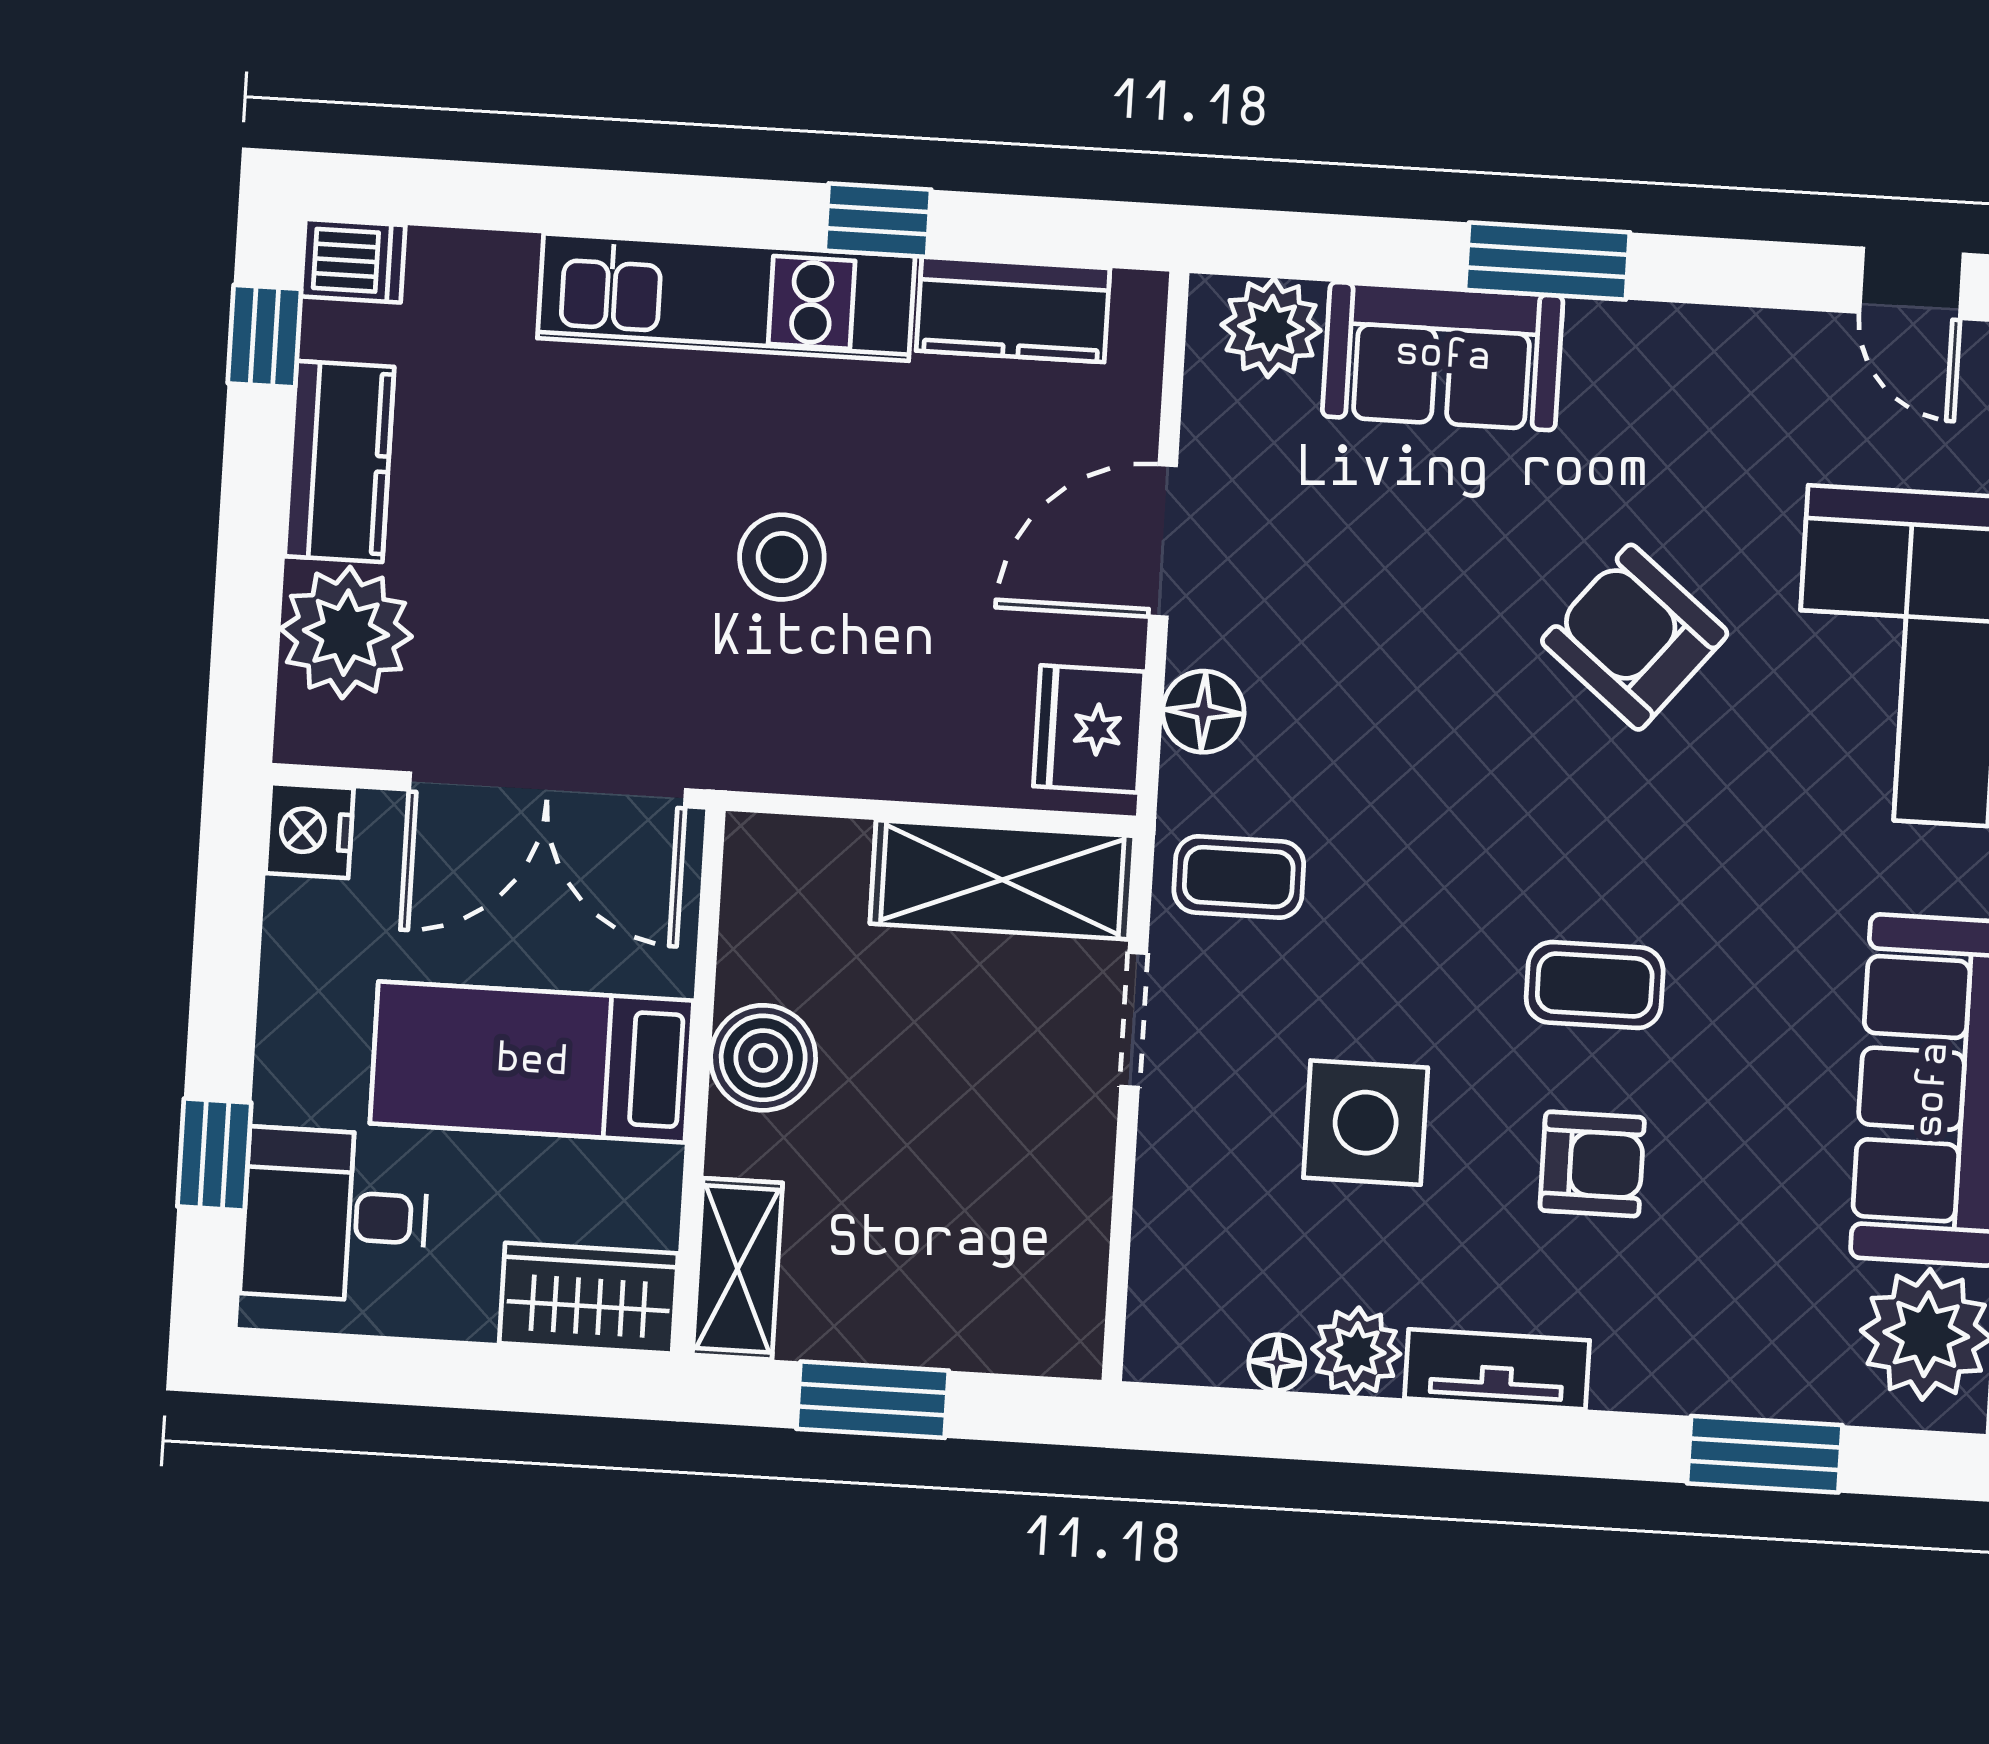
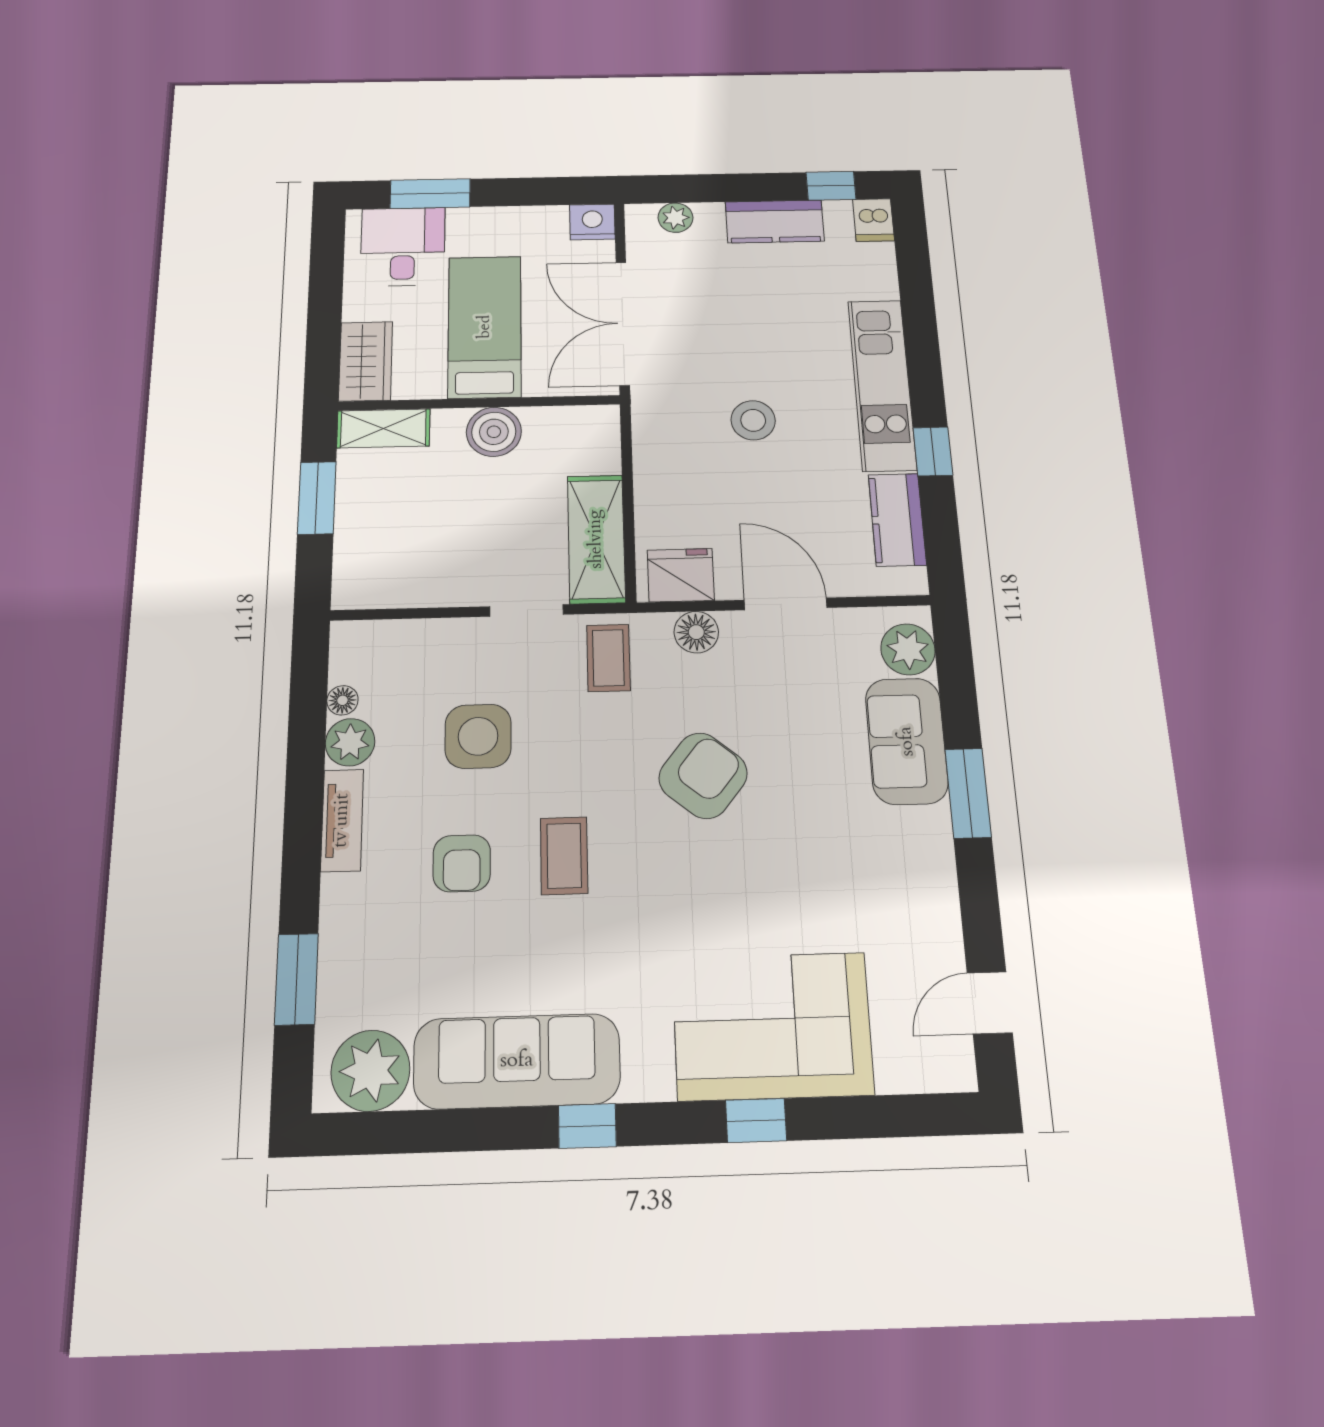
plant: (346, 633) -> (676, 218), width x0.53, depth x0.53
armchair: (1635, 637) -> (703, 776), moved
window: (214, 1154) -> (430, 194), width x1.50

